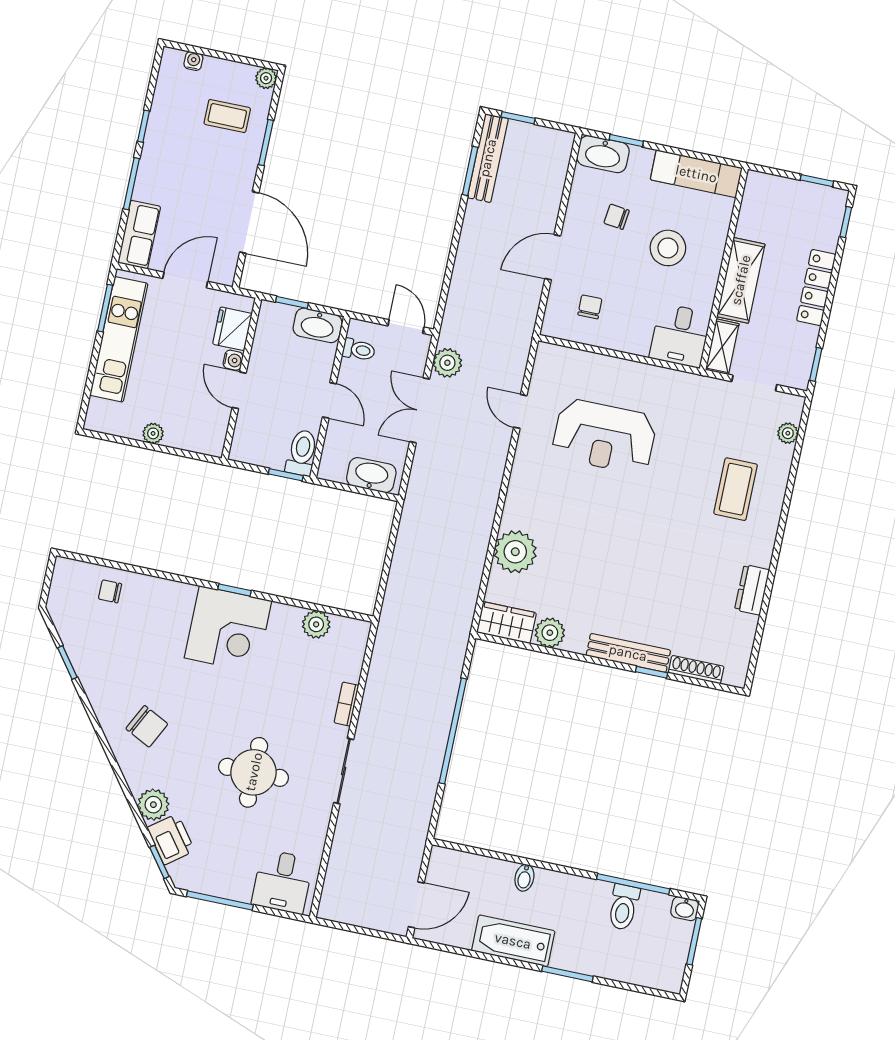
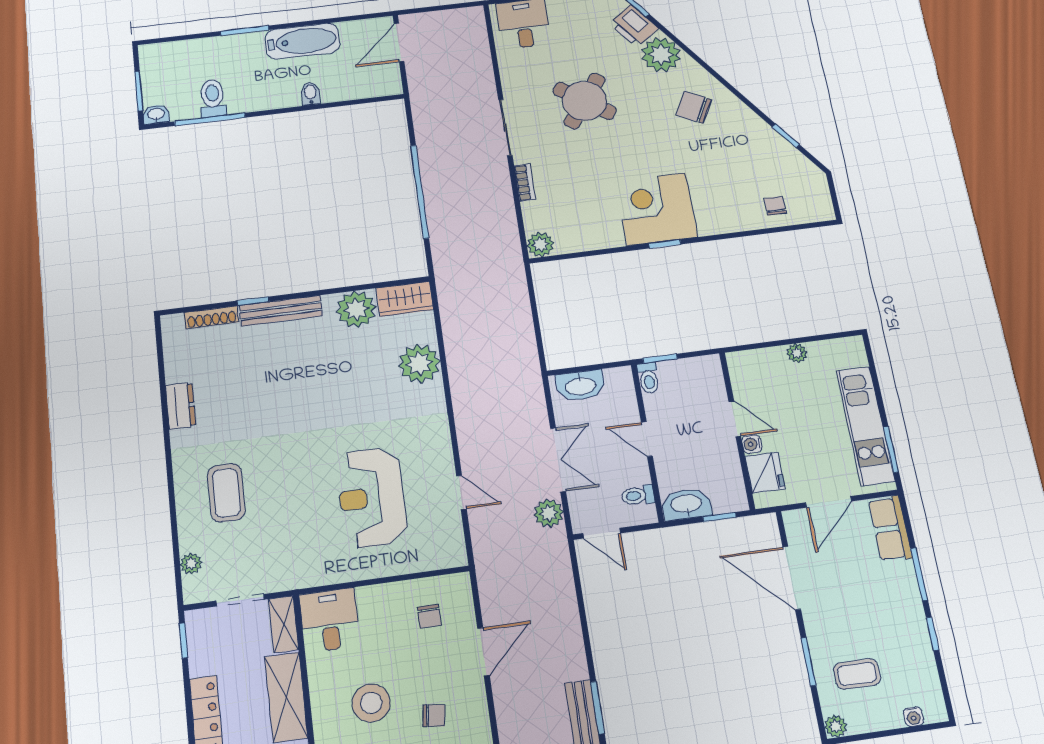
reception desk: (604, 436) -> (372, 497), turned -90
toilet: (302, 453) -> (649, 378), width x0.73, depth x0.72
chair: (110, 591) -> (775, 206), turned -90
plant: (316, 624) -> (540, 244), moved
plant: (550, 633) -> (356, 309), width x1.36, depth x1.36
round table: (254, 772) -> (585, 101), turned 36
plant: (153, 805) -> (661, 55), width x1.36, depth x1.36

